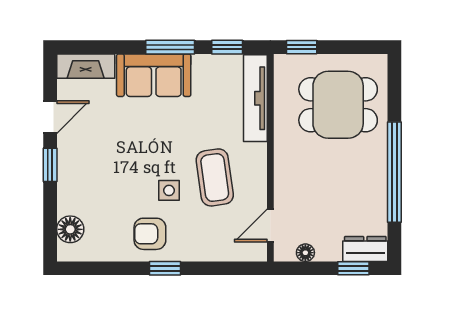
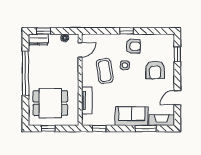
window: (170, 47) -> (146, 128), moved
window: (302, 47) -> (48, 128), moved
tv unit: (255, 98) -> (87, 100), width x0.71
window: (50, 165) -> (177, 54), moved
armchair: (101, 180) -> (155, 70), added
floor lamp: (70, 229) -> (168, 48), removed

